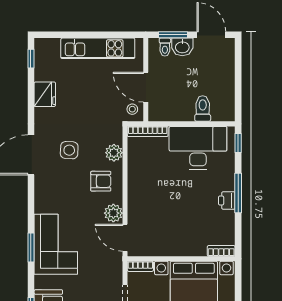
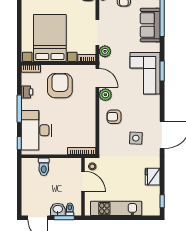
desk: (198, 148) -> (36, 130), moved, turned 90
plant: (114, 153) -> (105, 51), moved
printer: (227, 200) -> (27, 92), moved
armchair: (179, 226) -> (60, 86), added

